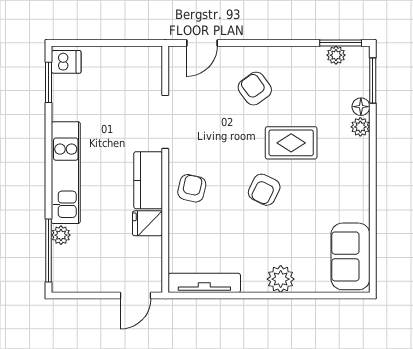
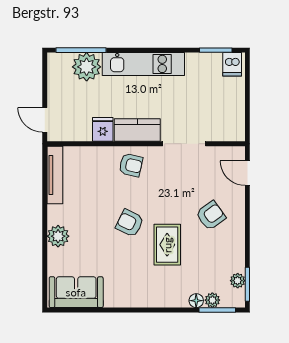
plant: (360, 127) -> (212, 300), moved
plant: (61, 235) -> (87, 67), width x1.88, depth x1.88

